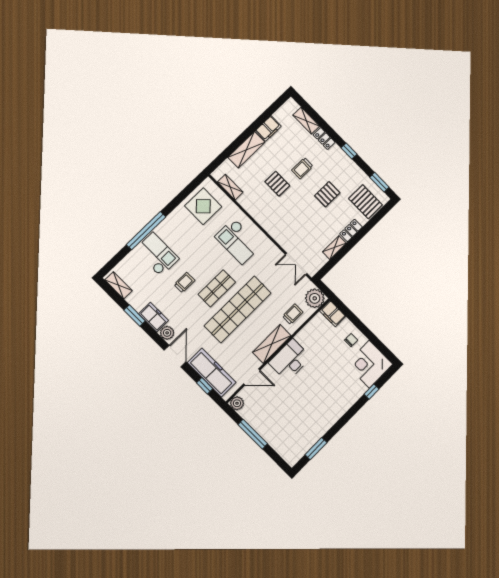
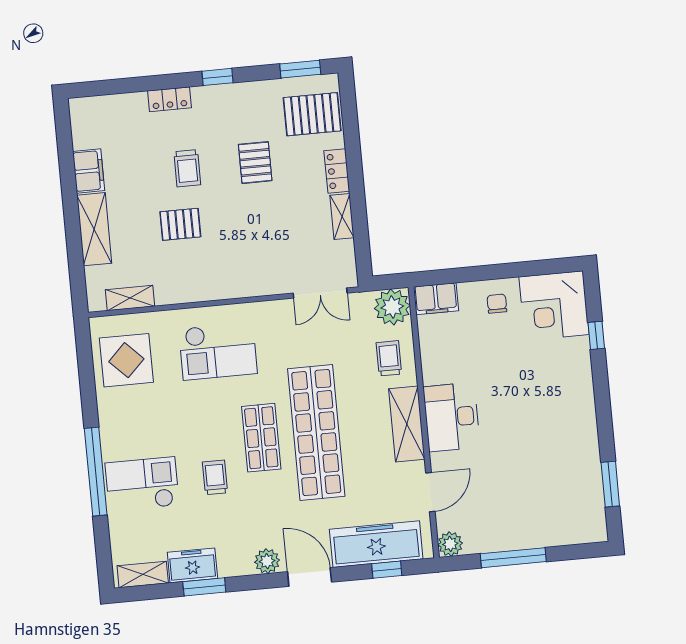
shelving: (306, 121) -> (122, 105), removed
freezer: (154, 317) -> (192, 565), moved

